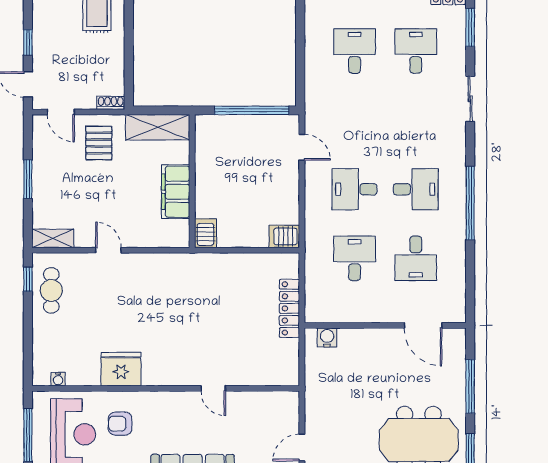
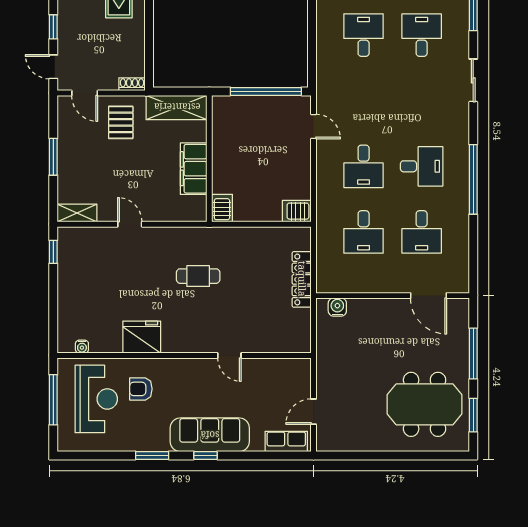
desk: (355, 189) -> (364, 166), turned -90
desk: (355, 258) -> (364, 232), turned 180
cafe table: (51, 290) -> (198, 276), moved, turned 90

